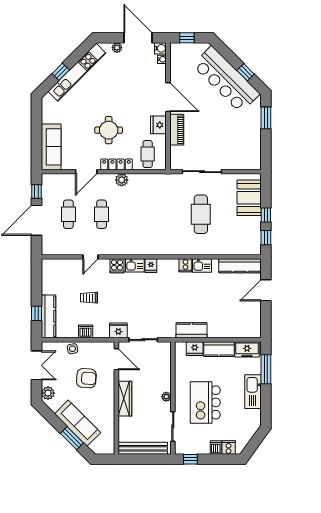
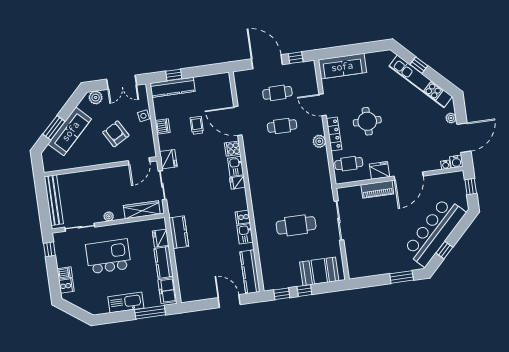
door: (90, 257) -> (238, 121), width x1.87
armchair: (86, 378) -> (116, 134), turned 146
wardrobe: (125, 399) -> (142, 210), moved, turned 180

